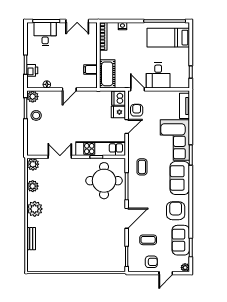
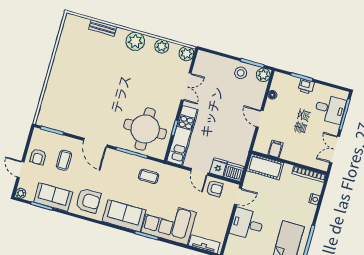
printer: (32, 70) -> (306, 86), moved

